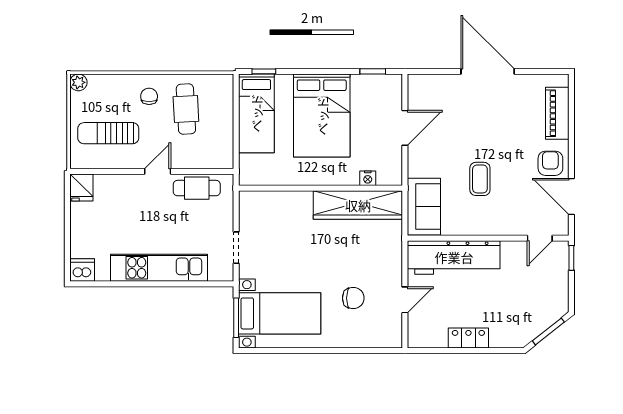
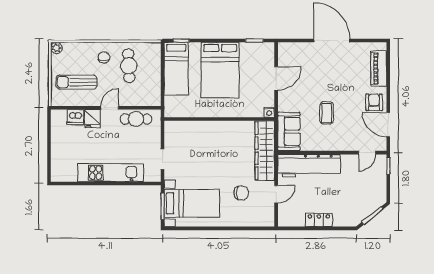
nightstand: (368, 178) -> (269, 112), moved
fridge: (81, 188) -> (92, 119), moved
wardrobe: (358, 205) -> (265, 151), moved, turned 90
dishwasher: (82, 270) -> (75, 117), moved, turned 180

